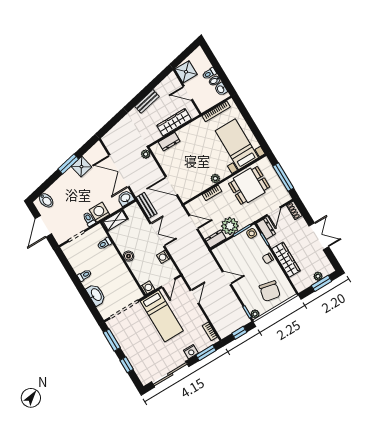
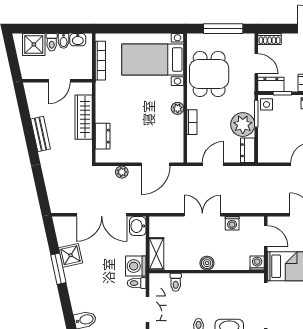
shower: (186, 72) -> (34, 44), moved
plant: (146, 154) -> (122, 172), moved
bench: (147, 205) -> (161, 207), removed

